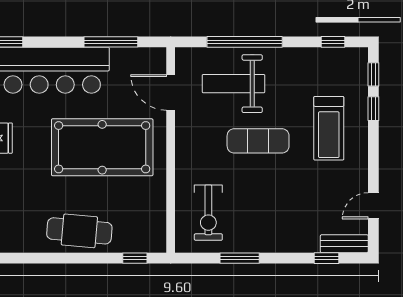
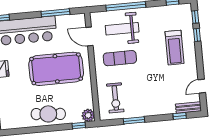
exercise mat: (258, 141) -> (120, 58), moved
plant: (154, 241) -> (88, 115), added

